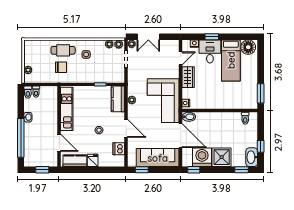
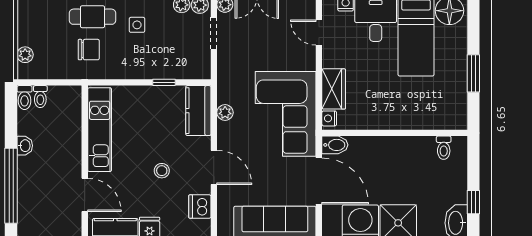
door: (181, 58) -> (319, 32), swing flipped
wardrobe: (188, 77) -> (334, 89), moved
window: (261, 93) -> (473, 73), moved

